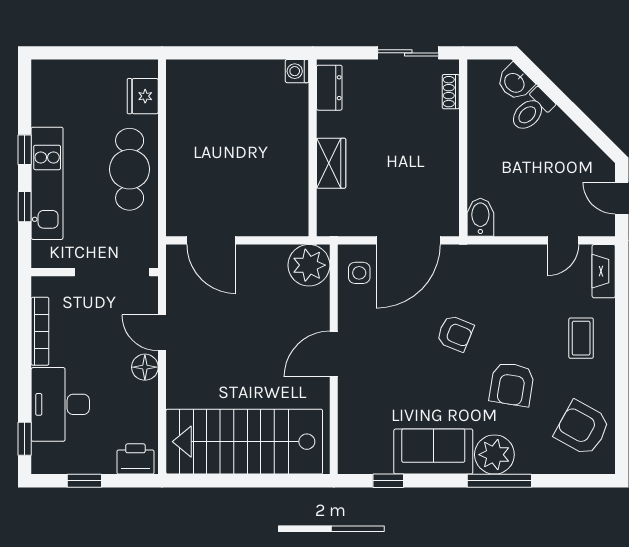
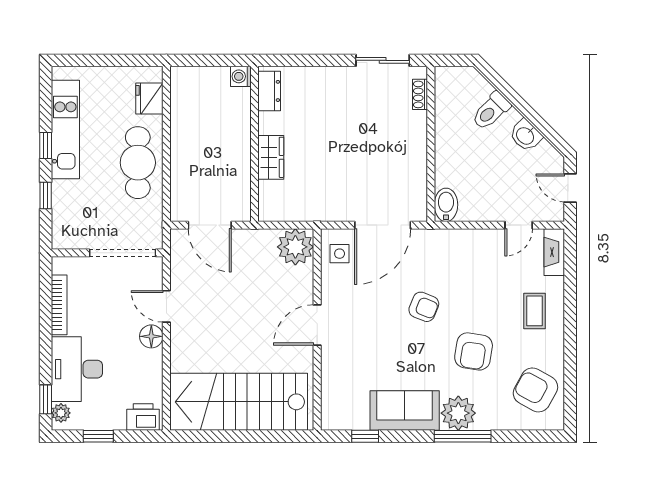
washing machine: (297, 71) -> (241, 76), moved
washbasin: (515, 82) -> (526, 135), moved
dresser: (329, 88) -> (269, 91), moved
wall: (313, 148) -> (255, 144), moved
wardrobe: (331, 163) -> (271, 157), moved
kitchen unit: (47, 183) -> (65, 130), moved
plant: (42, 454) -> (61, 413), added

